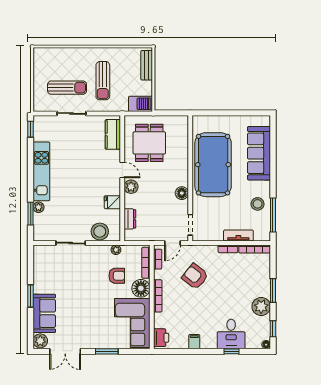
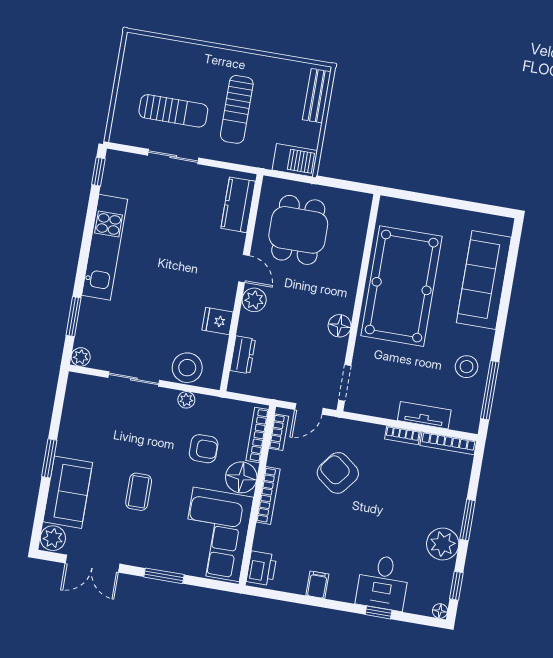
plant: (38, 207) -> (81, 357), moved
plant: (116, 250) -> (186, 400), moved
coffee table: (84, 306) -> (139, 492), added

